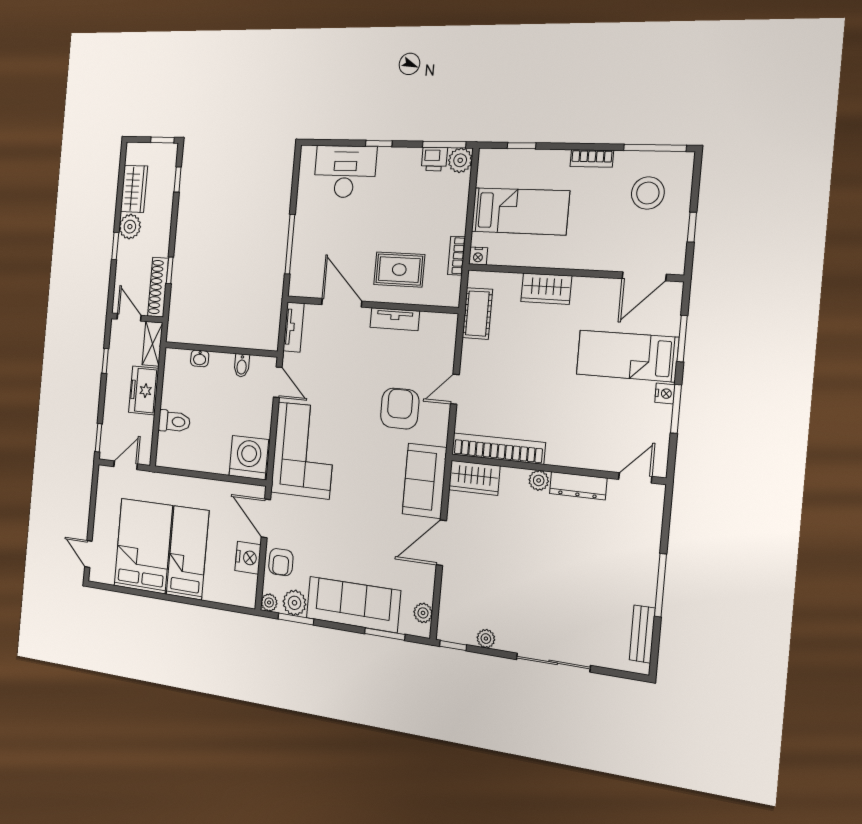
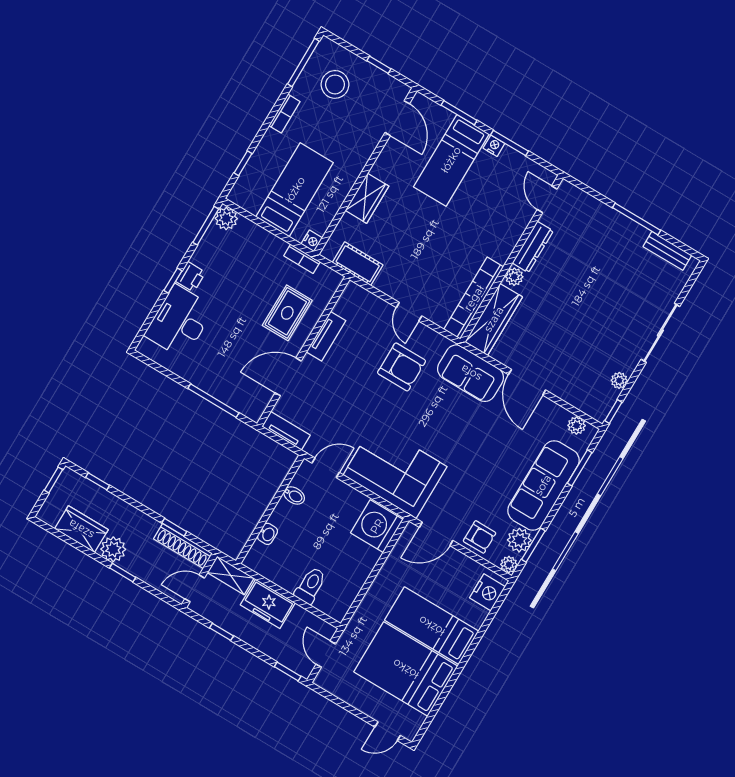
printer: (434, 159) -> (191, 277), moved
armchair: (400, 409) -> (402, 367), turned 180
wardrobe: (474, 478) -> (494, 319), width x1.50
nightstand: (248, 558) -> (487, 592), moved, turned 90

